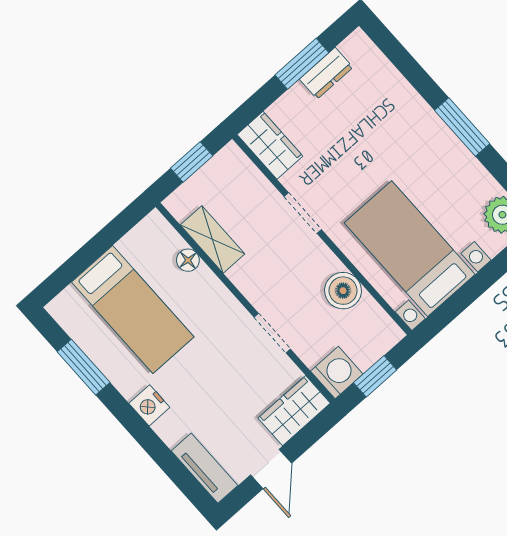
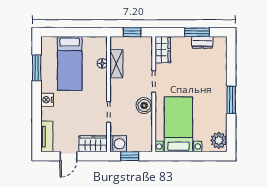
boiler: (343, 291) -> (144, 106), moved

